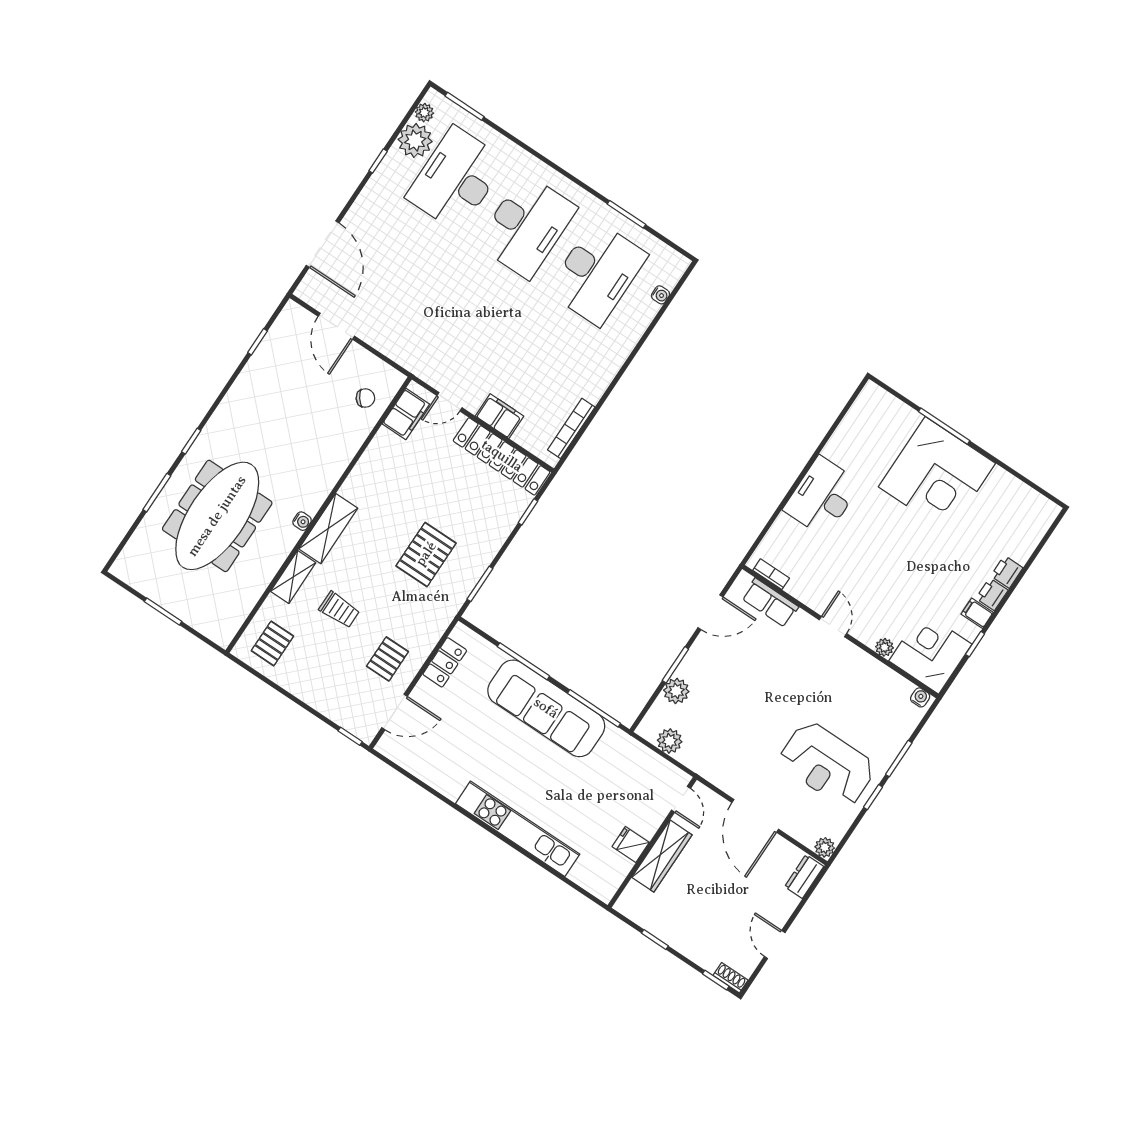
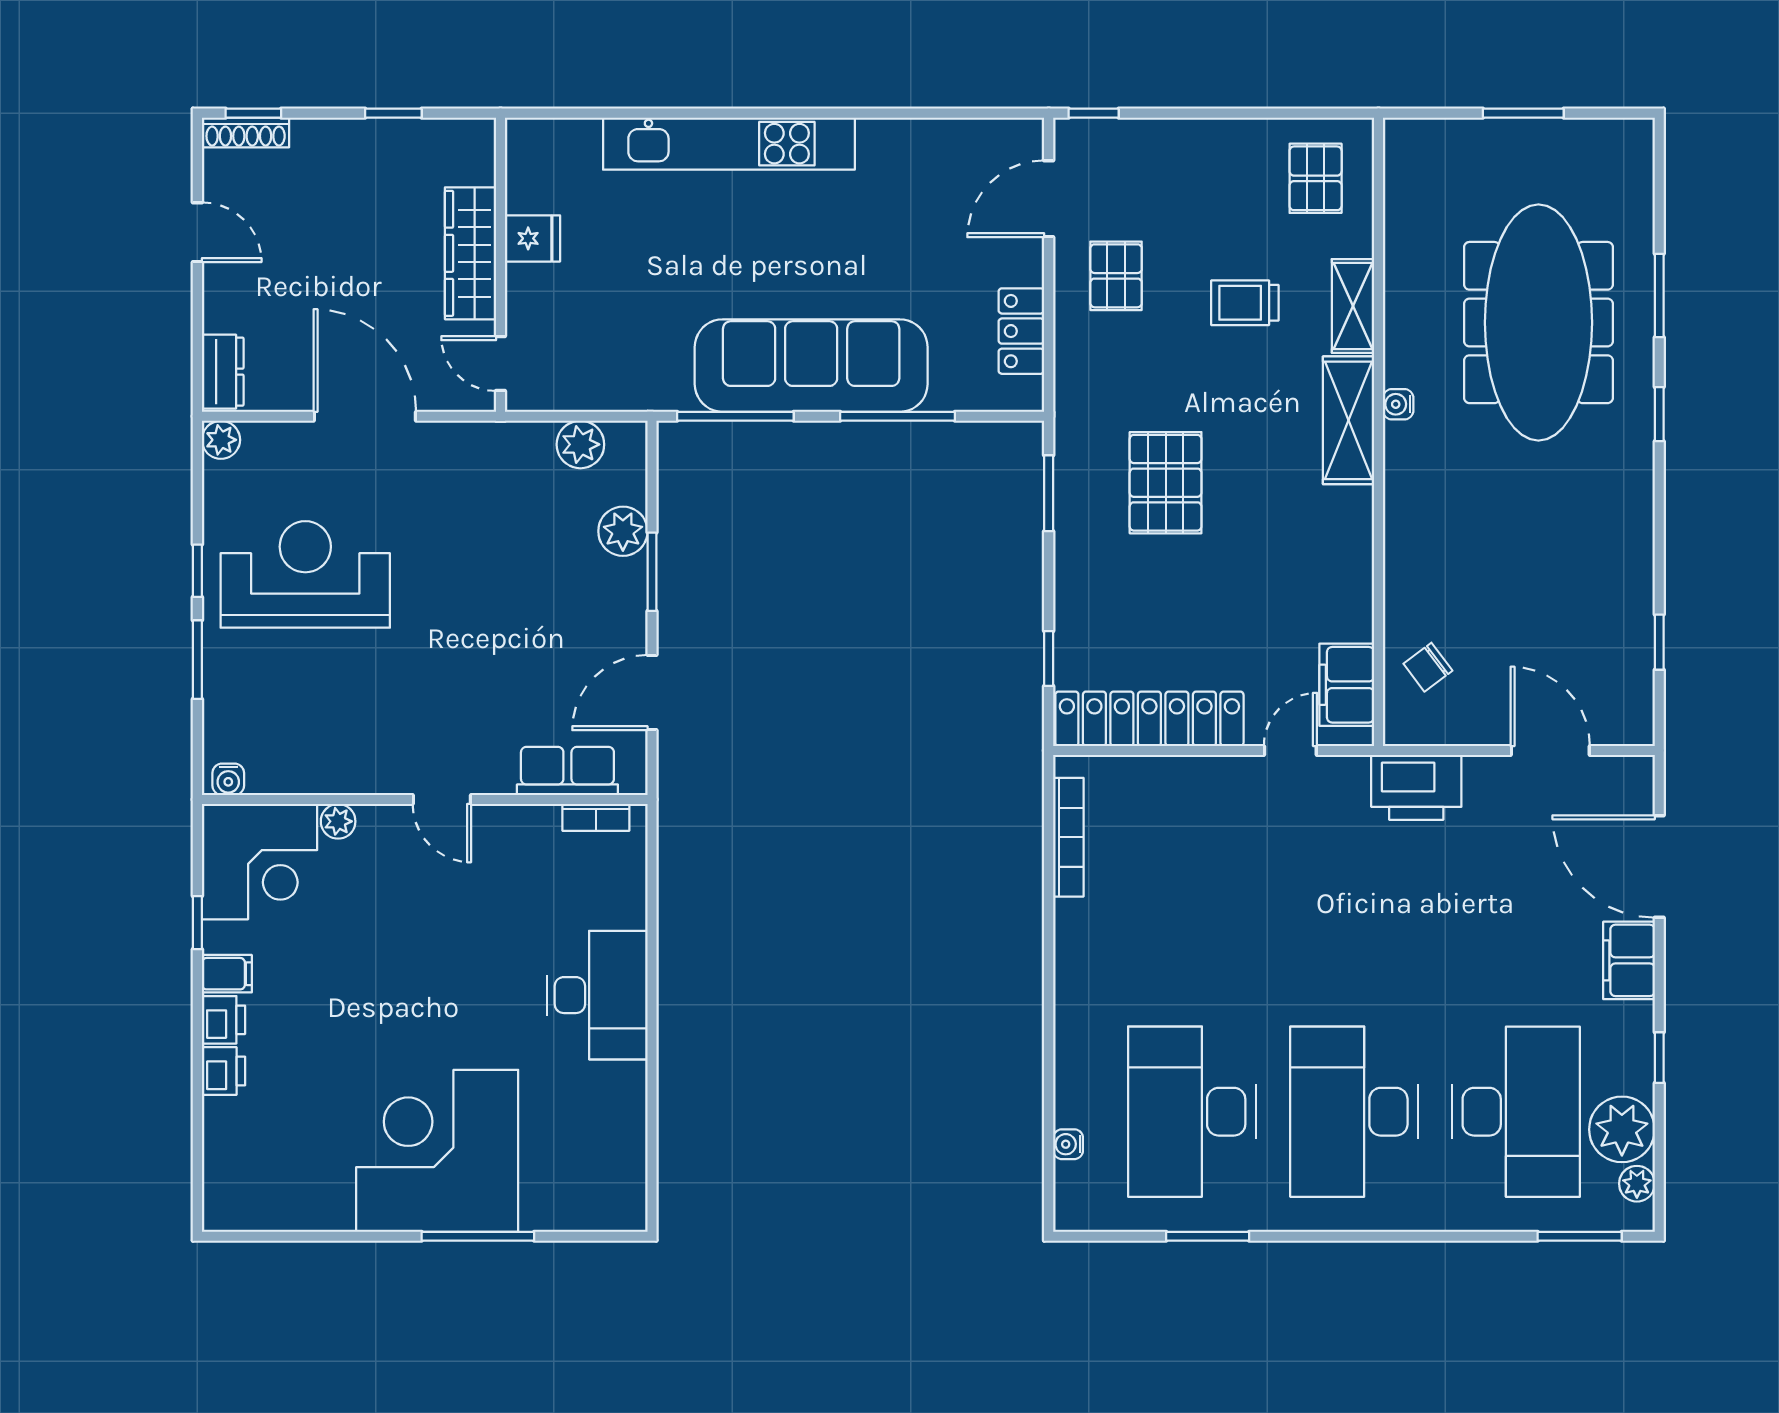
printer: (405, 349) -> (1416, 787), added
filing cabinet: (499, 416) -> (1629, 960), moved, turned 90
shoe rack: (731, 978) -> (246, 132), width x1.43

